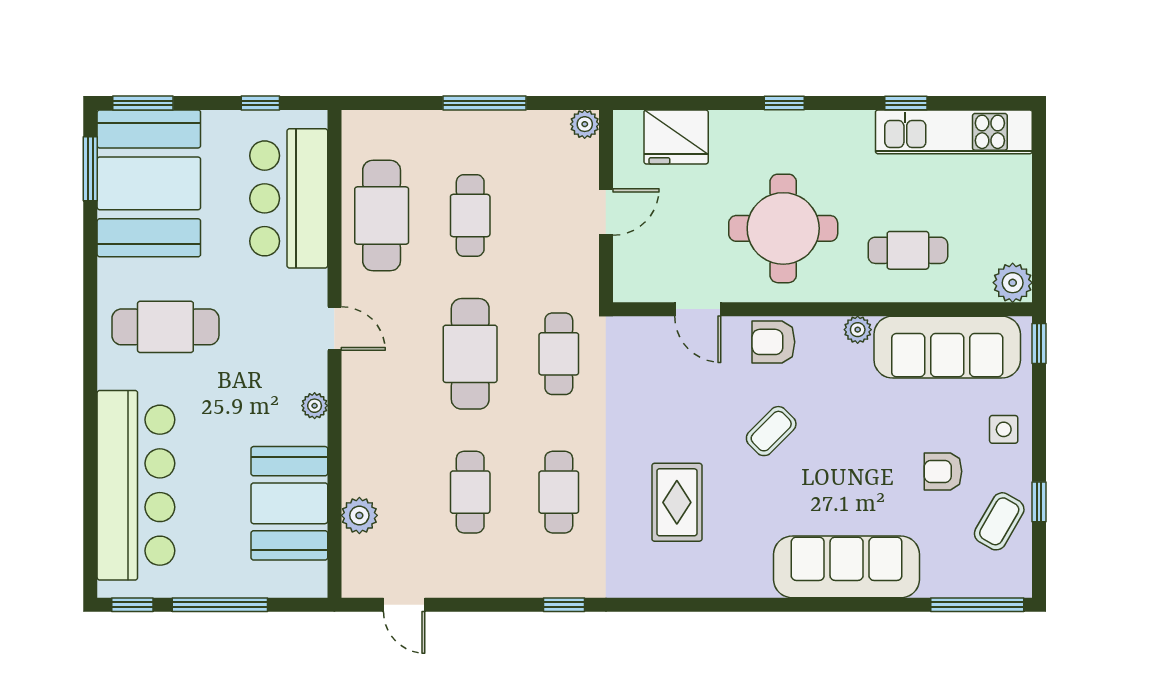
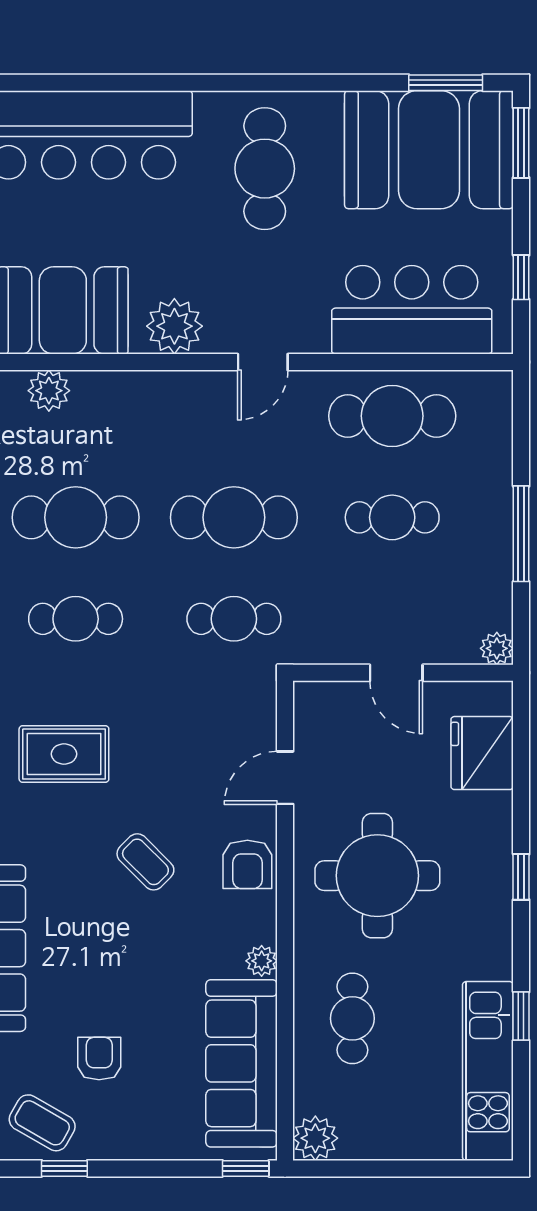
armchair: (773, 342) -> (247, 864), turned 180
plant: (315, 406) -> (174, 326), width x1.88, depth x1.88
side table: (1004, 429) -> (147, 1128), removed
cafe table: (470, 492) -> (76, 517), width x1.37, depth x1.35

